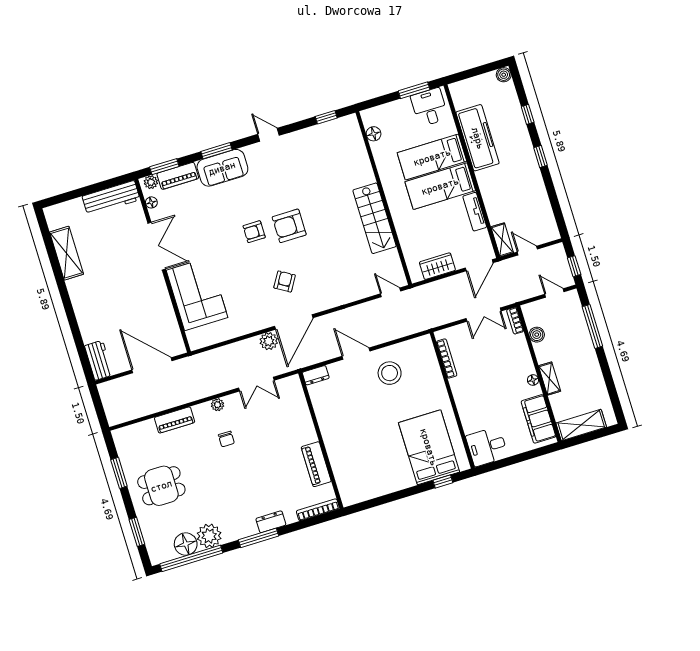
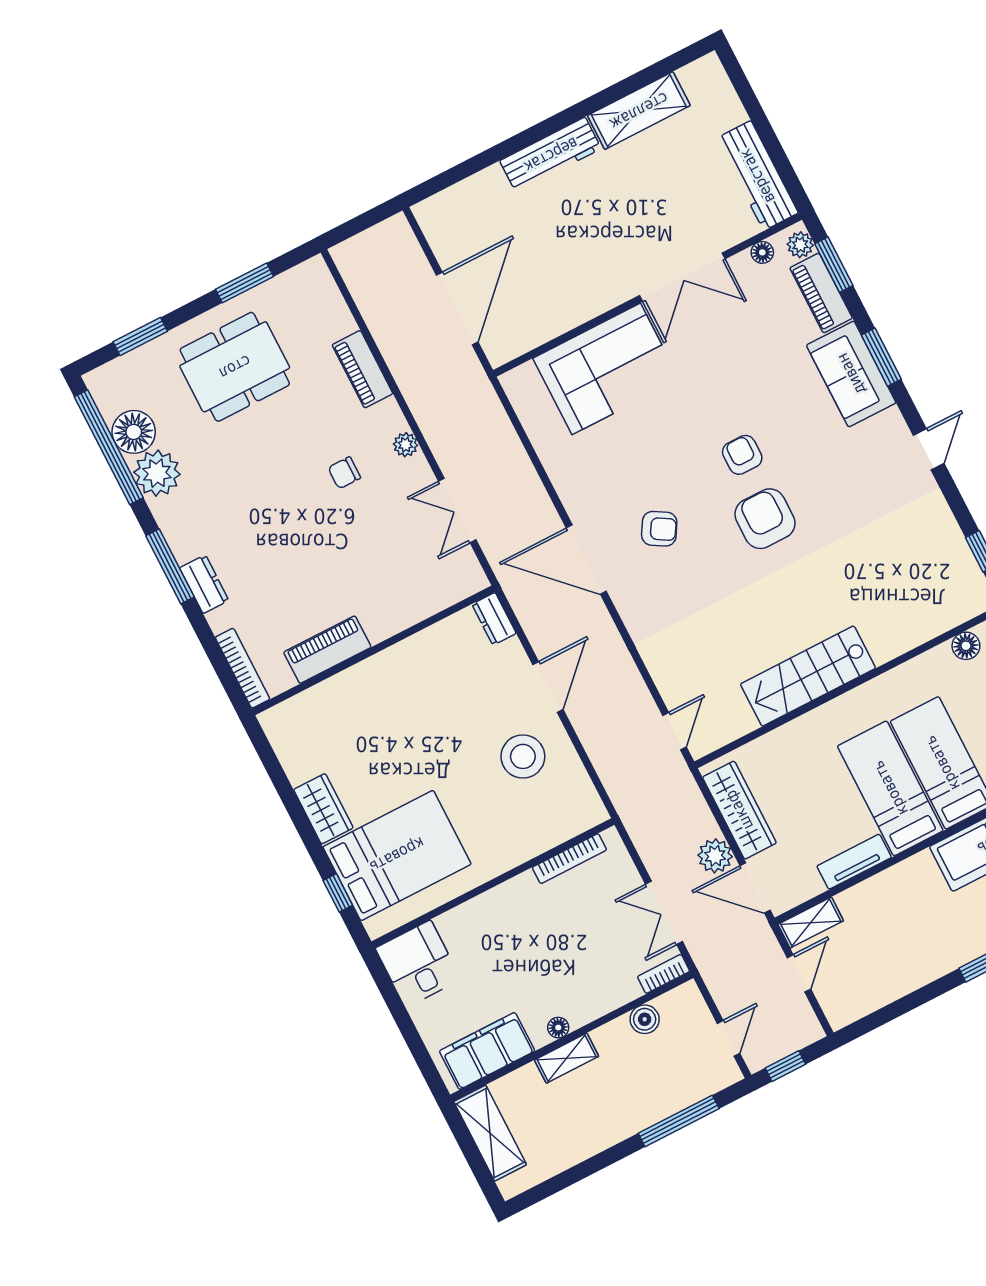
wardrobe: (437, 266) -> (739, 810), width x1.50
plant: (269, 341) -> (715, 856), moved
workbench: (99, 360) -> (551, 155), moved, width x1.38
wardrobe: (398, 481) -> (323, 809), added
dining table: (161, 486) -> (235, 367), width x1.37

